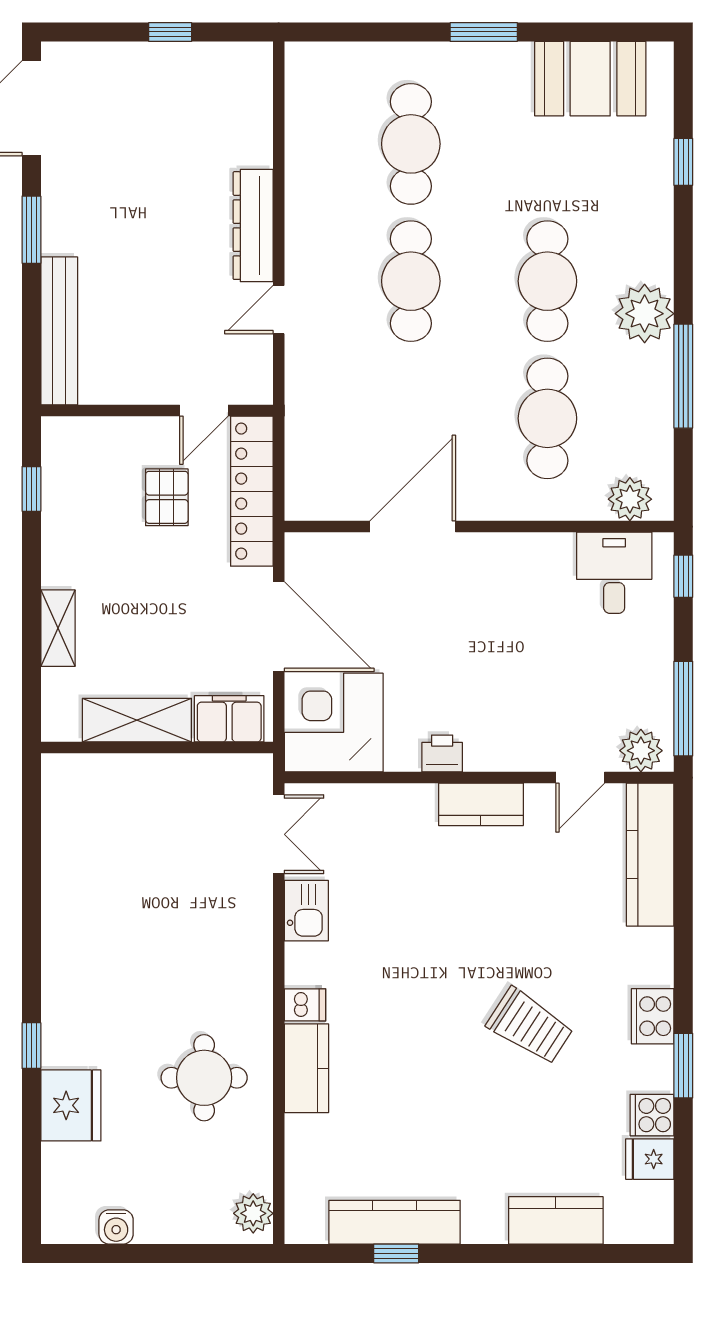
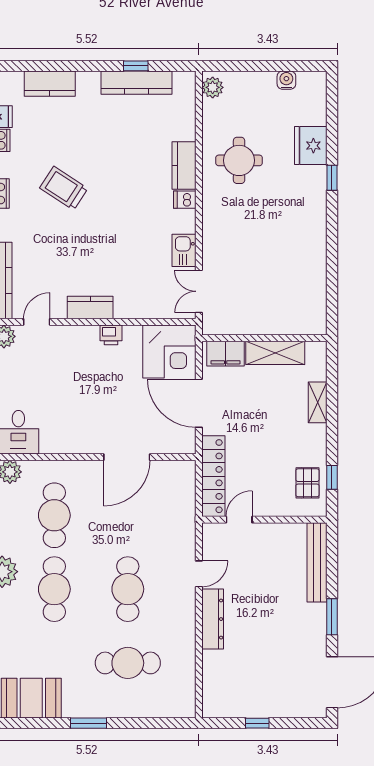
cafe table: (411, 144) -> (128, 663), turned 90
pallet: (167, 497) -> (307, 483), moved

